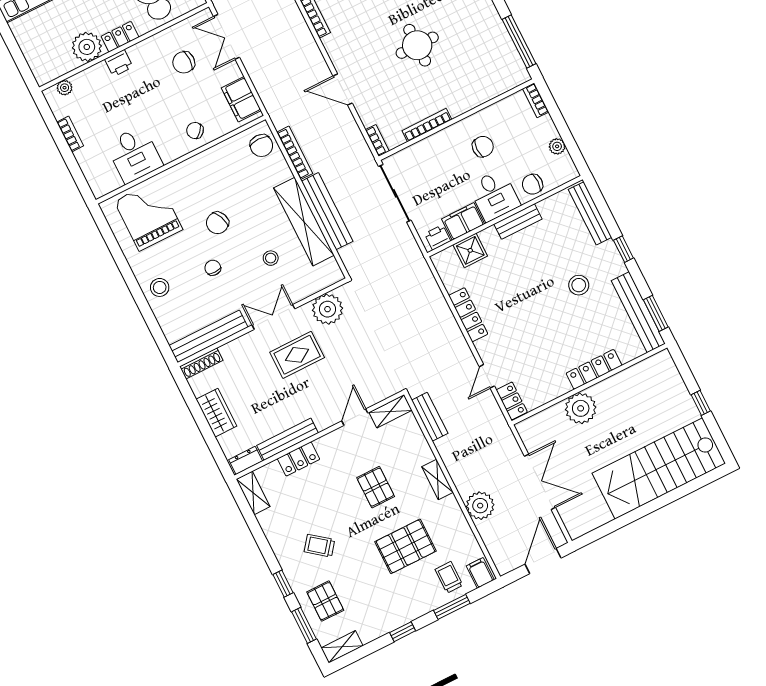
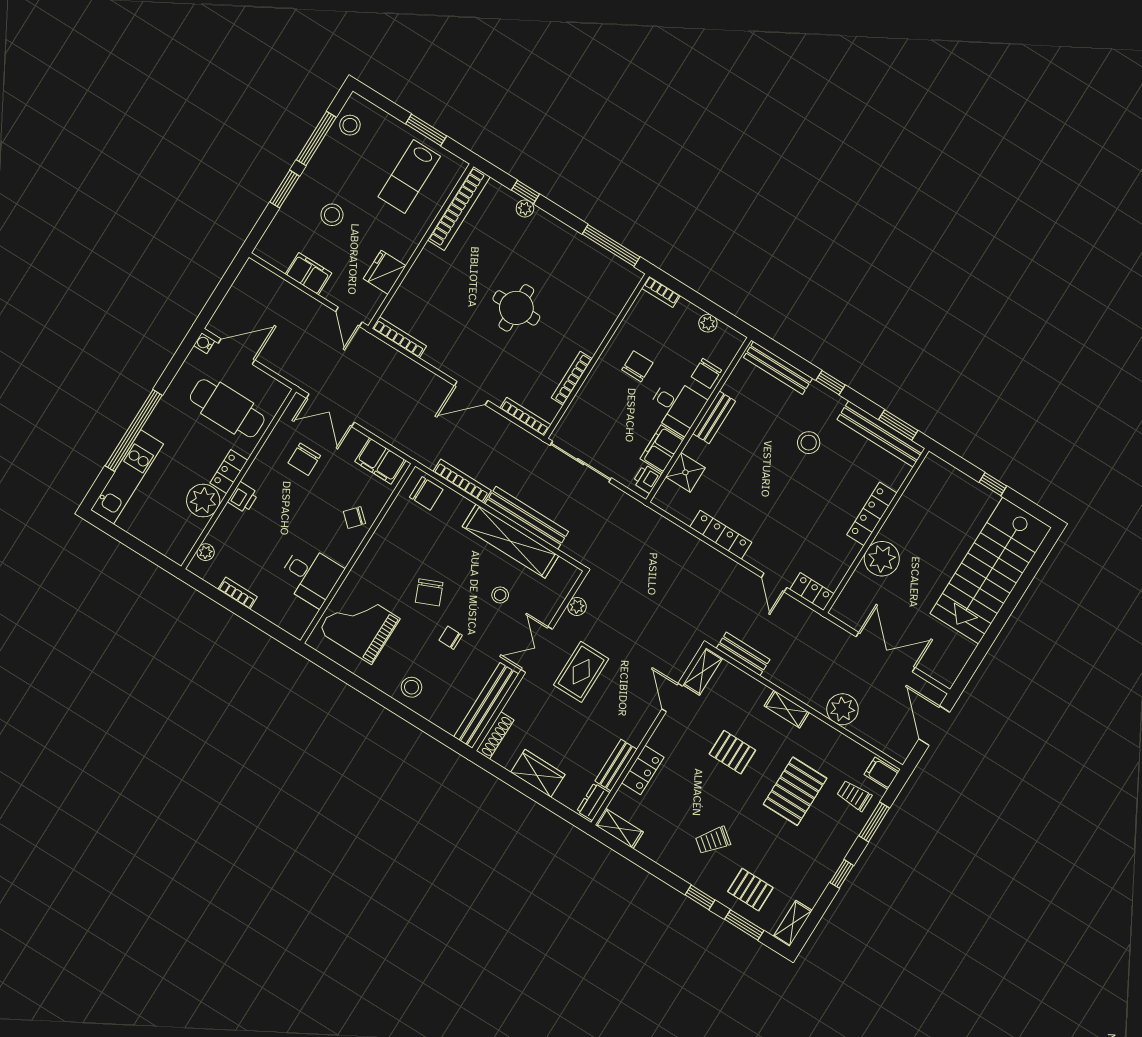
bookcase: (377, 140) -> (525, 417), width x1.56
plant: (327, 309) -> (577, 606), width x0.53, depth x0.53
bench: (287, 439) -> (616, 765), width x0.73

